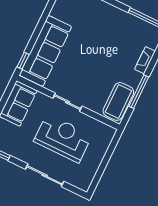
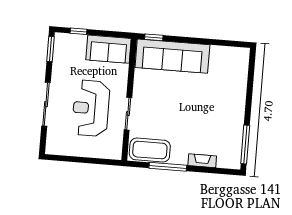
sliding door: (67, 102) -> (128, 114), moved
reception desk: (63, 138) -> (91, 108), turned 180

